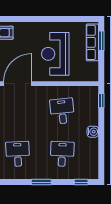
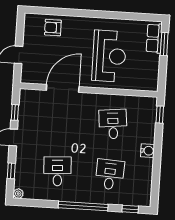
row of seats: (92, 42) -> (154, 38), width x0.68
reception desk: (55, 54) -> (109, 56), turned 180
window: (41, 182) -> (83, 206), width x2.11

